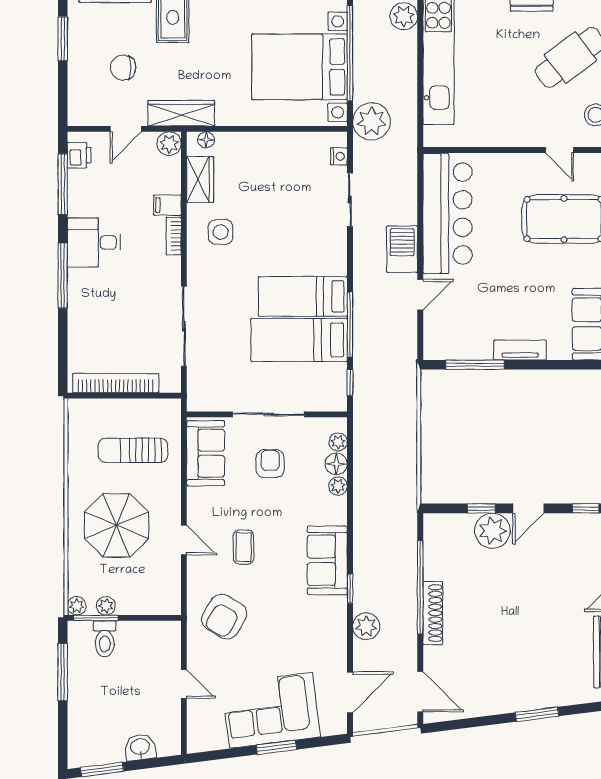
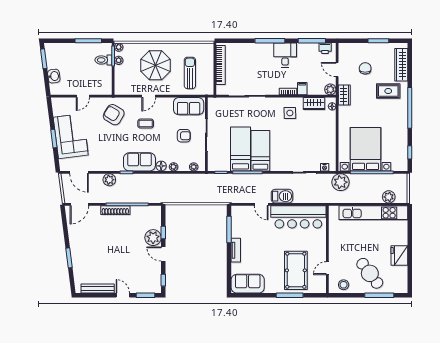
wardrobe: (181, 113) -> (344, 95), width x0.67
floor lamp: (336, 464) -> (161, 166), moved

